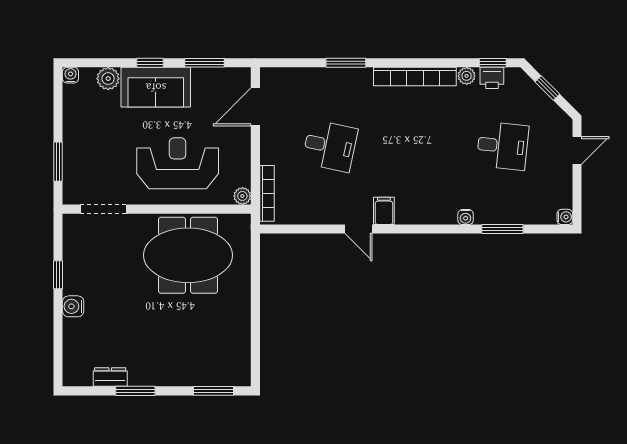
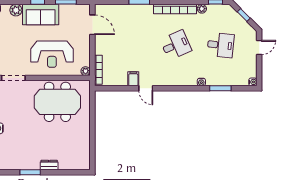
printer: (492, 78) -> (215, 10), removed
door: (255, 107) -> (92, 25), swing flipped
desk: (330, 146) -> (176, 45), moved, turned -36
reception desk: (178, 163) -> (52, 54), turned 180
filing cabinet: (384, 211) -> (133, 79), moved
dresser: (110, 377) -> (49, 165), moved
window: (213, 391) -> (71, 172), removed

